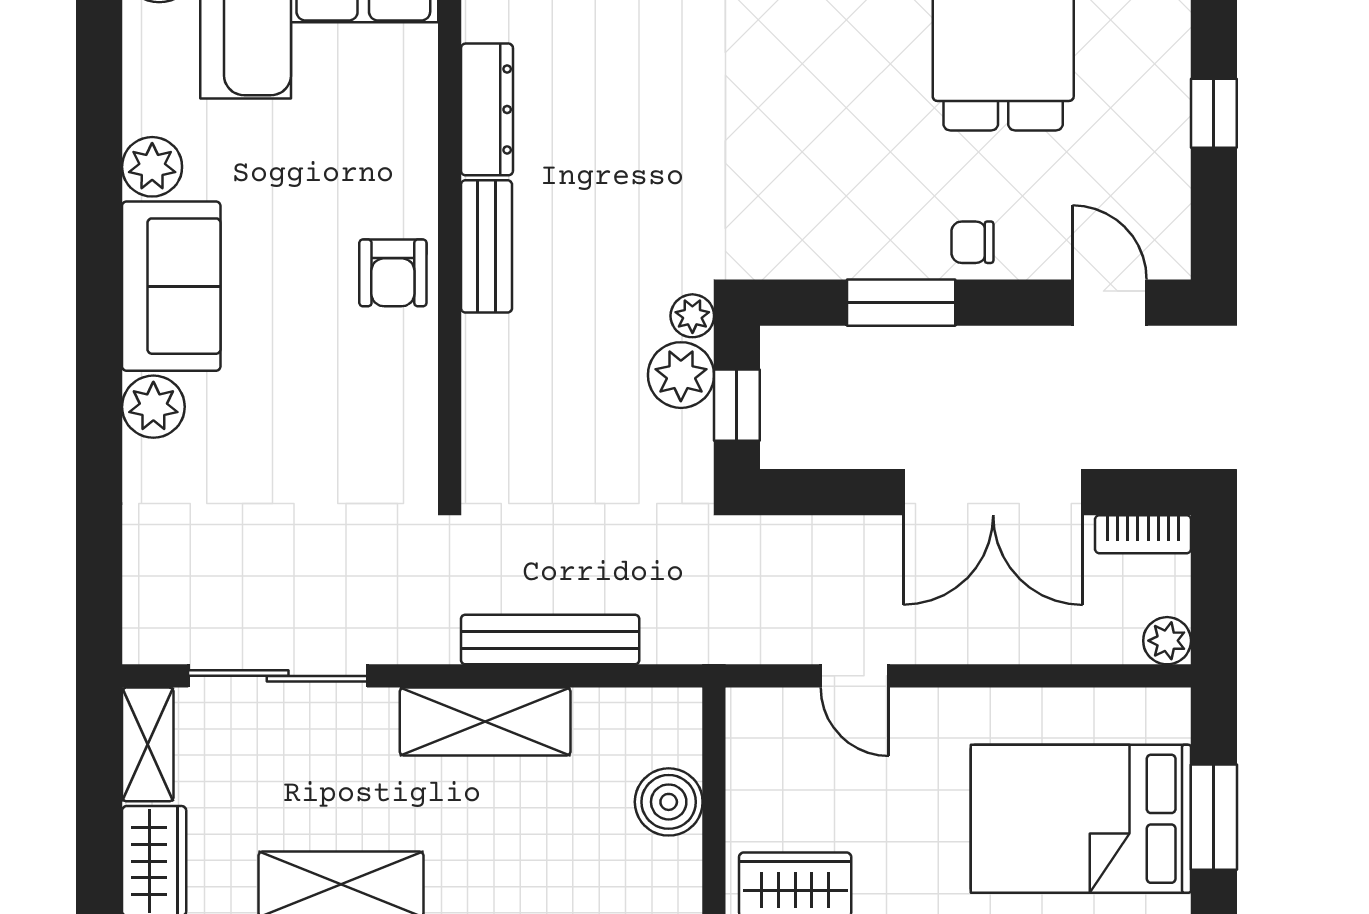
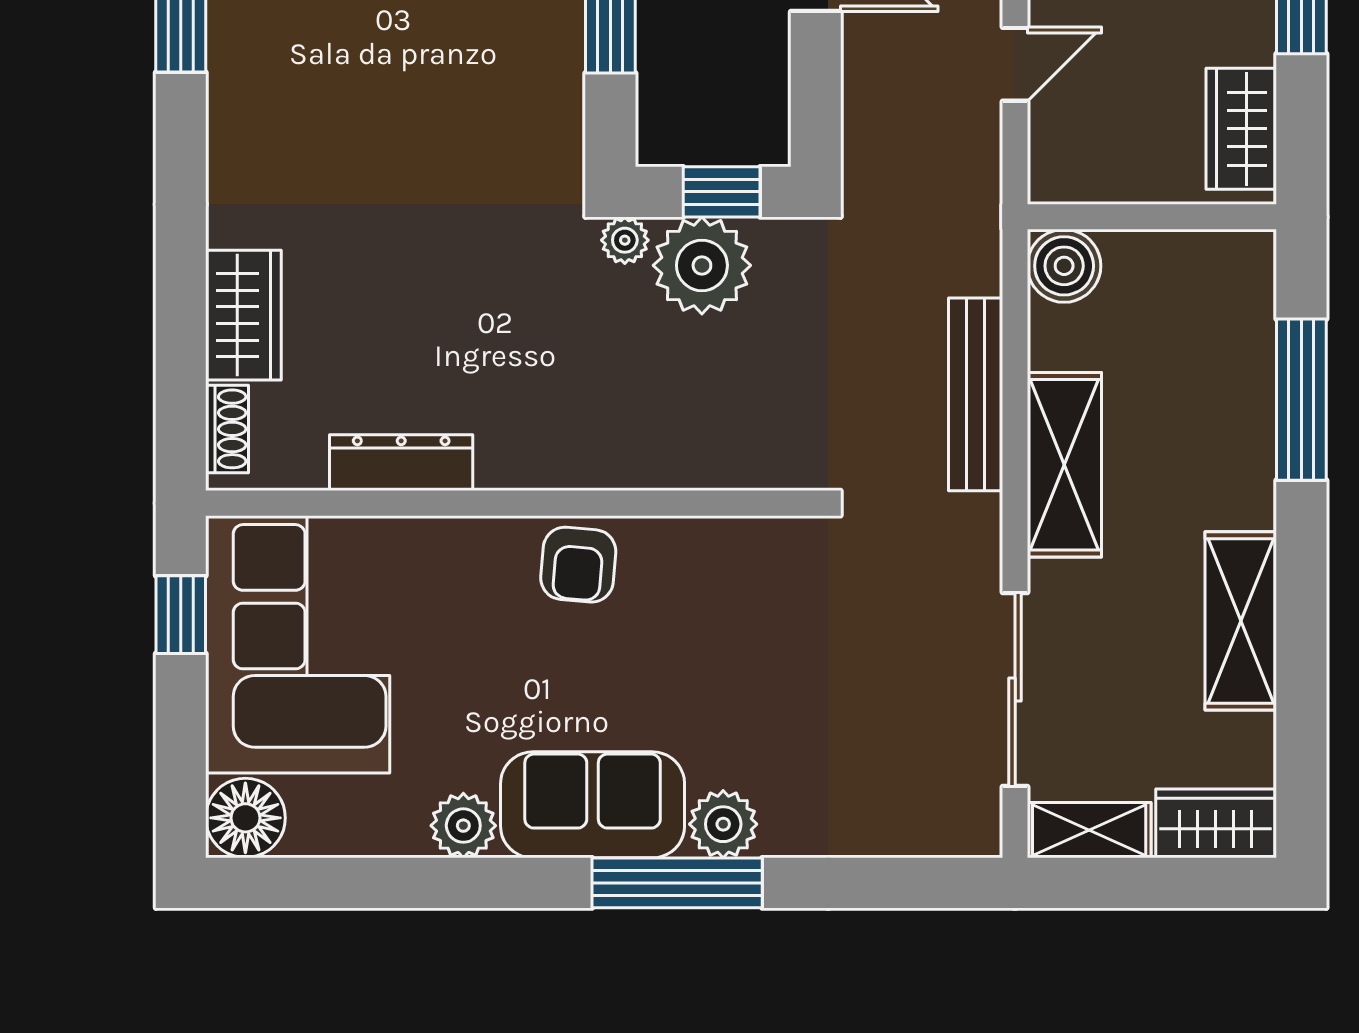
bench: (486, 246) -> (550, 463), removed
armchair: (393, 273) -> (578, 565), turned 95
window: (99, 364) -> (677, 883), added
plant: (681, 375) -> (702, 265), width x1.36, depth x1.36
boiler: (669, 802) -> (1064, 266), moved

